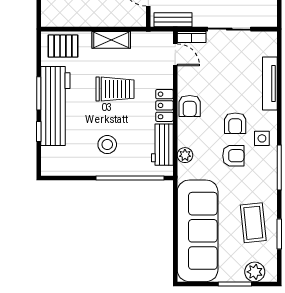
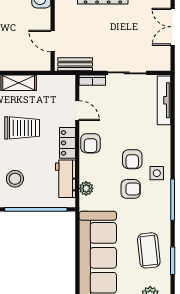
door: (175, 55) -> (77, 111), moved
tv unit: (270, 84) -> (164, 100), moved

